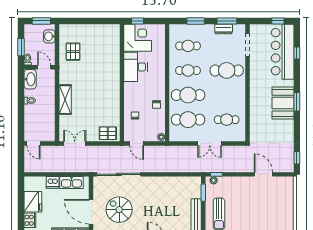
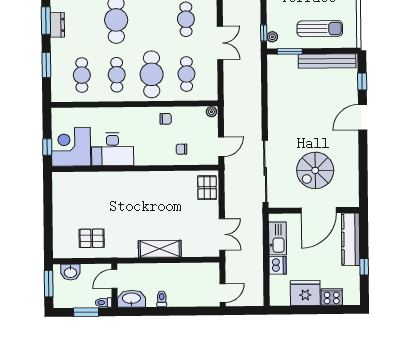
cafe table: (188, 120) -> (186, 74), width x0.73, depth x0.74
double door: (75, 143) -> (222, 234), swing flipped

